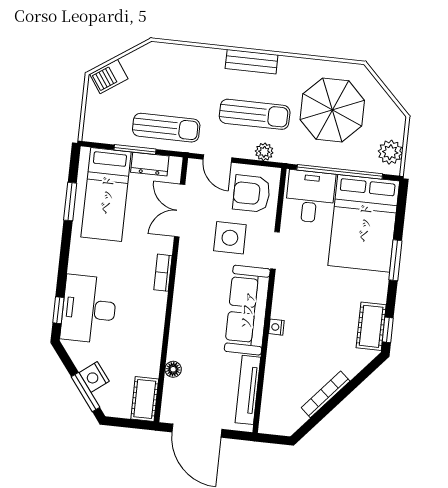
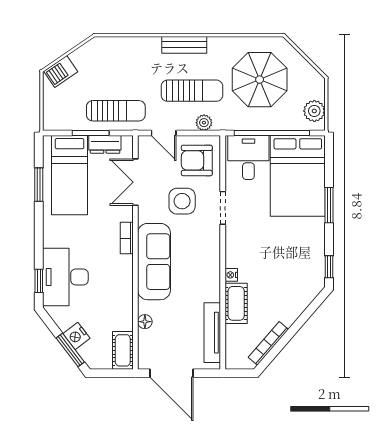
sofa: (247, 310) -> (154, 262), moved, turned 180
cot: (371, 326) -> (236, 303), moved
bookcase: (326, 394) -> (268, 343), moved

